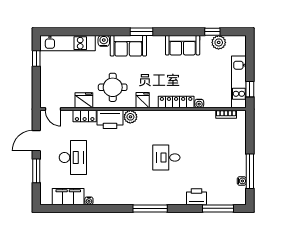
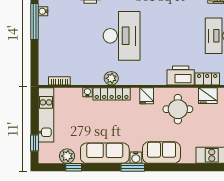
window: (141, 32) -> (133, 167), moved
water cooler: (104, 41) -> (136, 158), moved
sofa: (183, 45) -> (105, 153), width x1.36
window: (250, 89) -> (34, 143), moved
plant: (130, 117) -> (111, 78), moved
desk: (166, 157) -> (122, 36), width x1.87, depth x1.30

